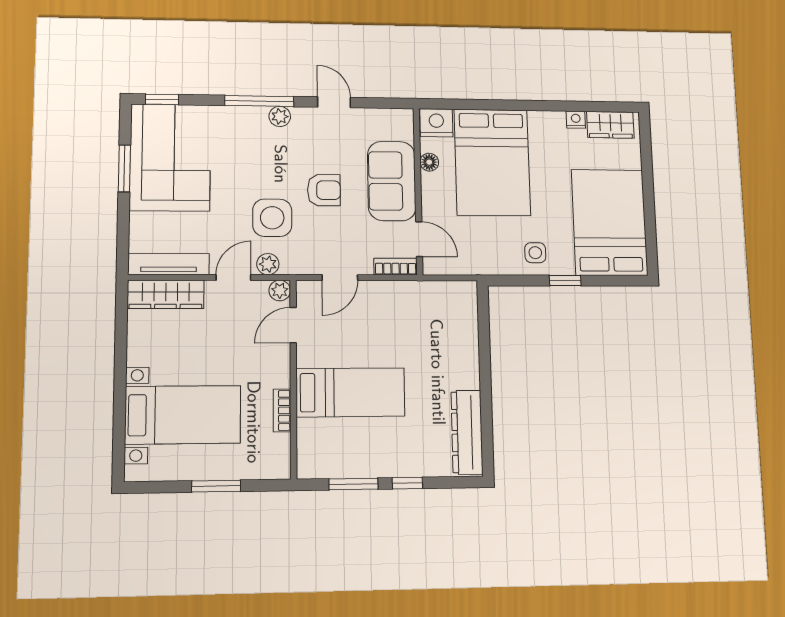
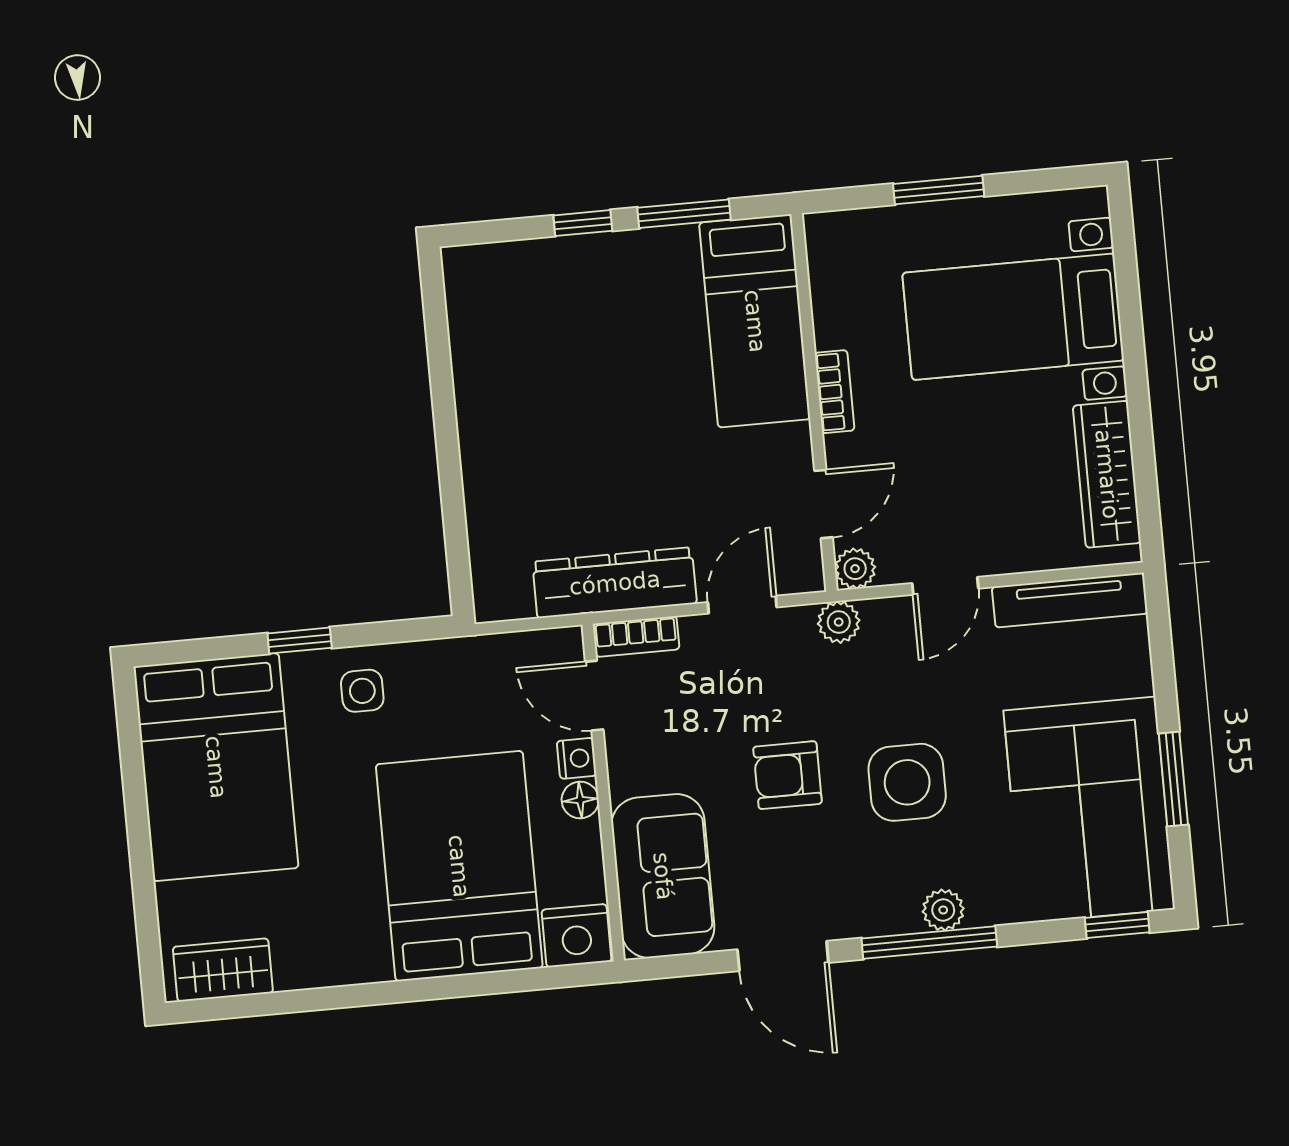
door: (334, 102) -> (783, 956), width x1.38
plant: (280, 116) -> (943, 910), moved
nightstand: (576, 120) -> (577, 758), moved, turned -90
floor lamp: (429, 162) -> (580, 800), moved
sofa: (392, 181) -> (663, 876), moved
side table: (272, 218) -> (907, 782), moved
plant: (268, 264) -> (839, 622), moved
wardrobe: (166, 294) -> (1107, 474), moved, turned -90
bed: (350, 392) -> (755, 321), moved, turned -90
bookcase: (282, 410) -> (835, 392), moved
dresser: (467, 432) -> (615, 583), moved, turned -90

